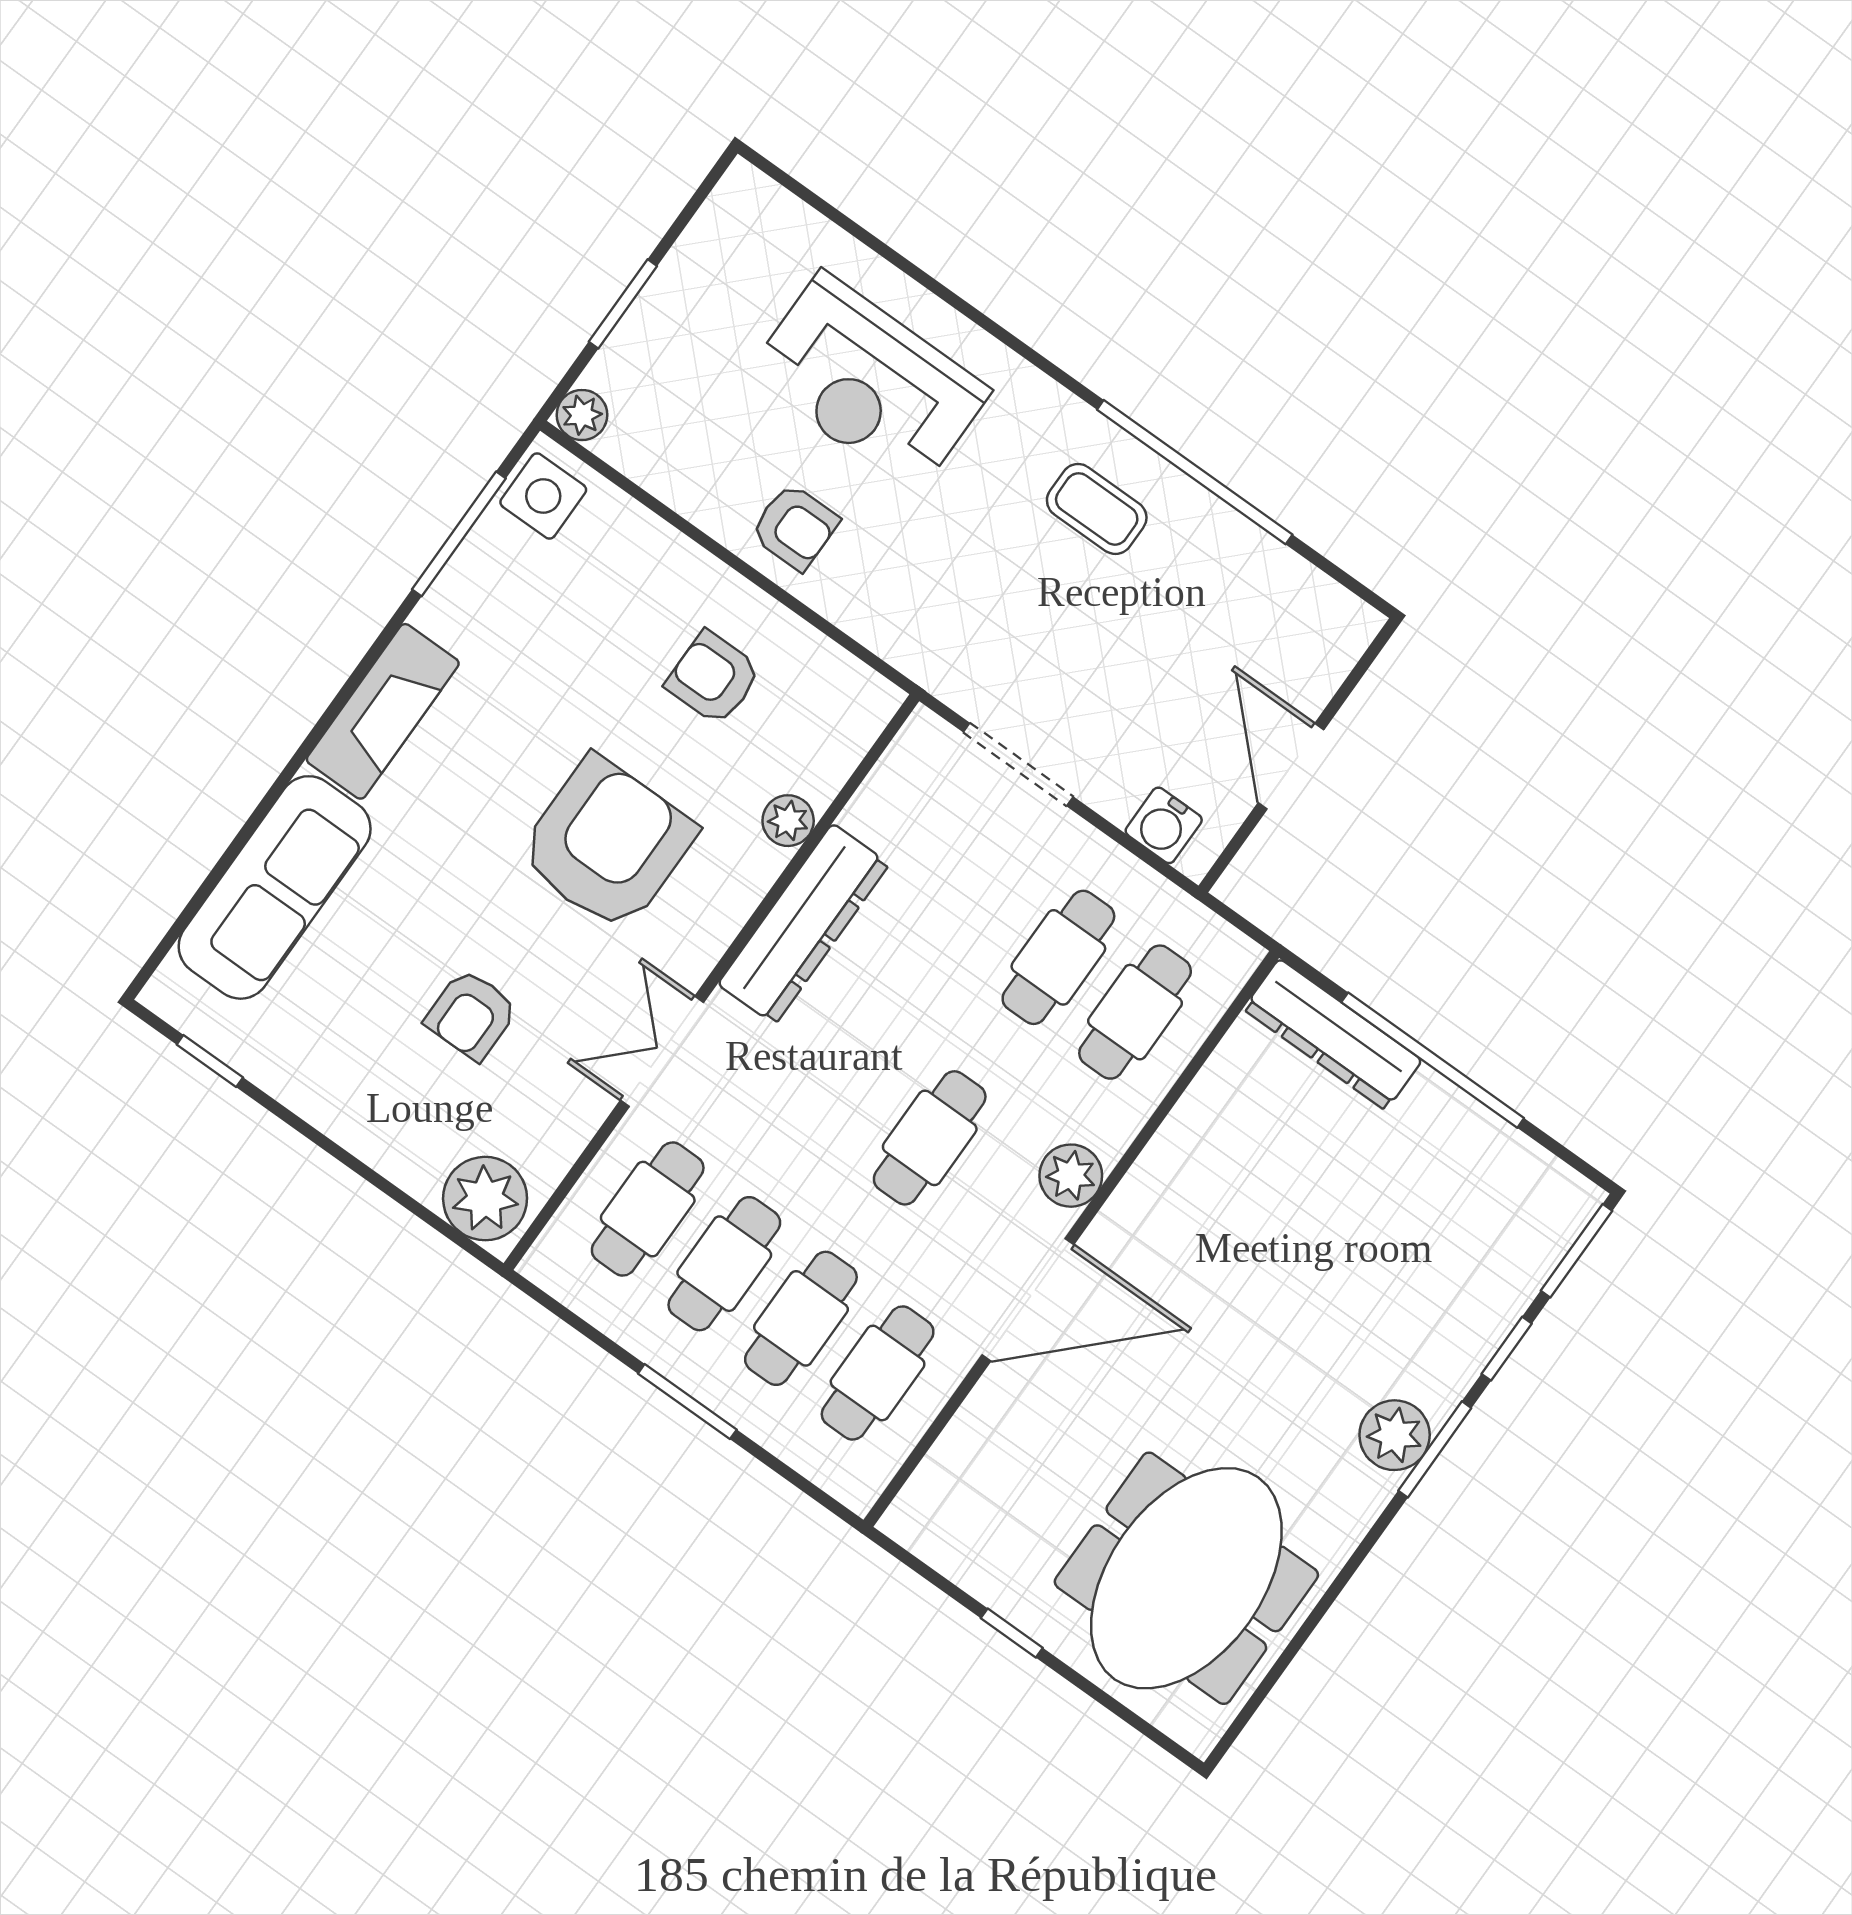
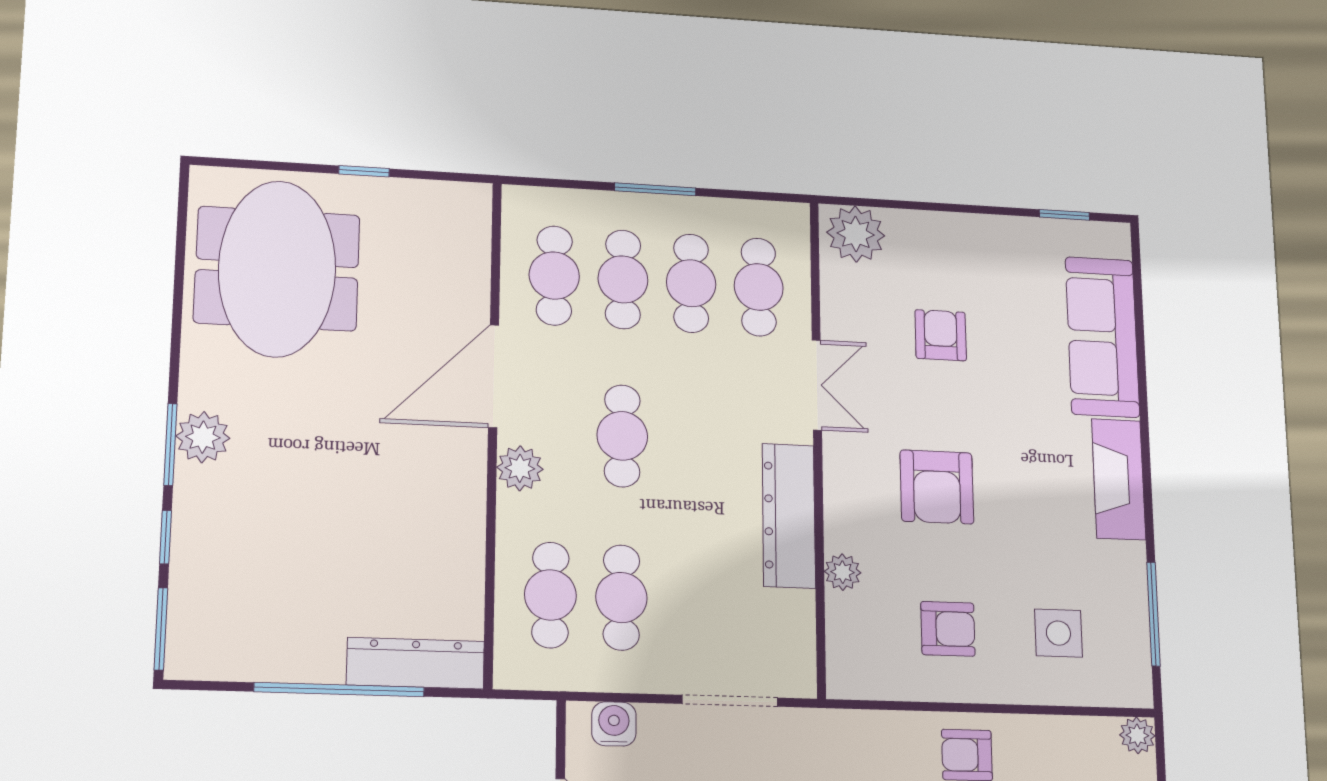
side table: (543, 496) -> (1058, 633), moved
armchair: (607, 844) -> (937, 487), width x0.73, depth x0.73

